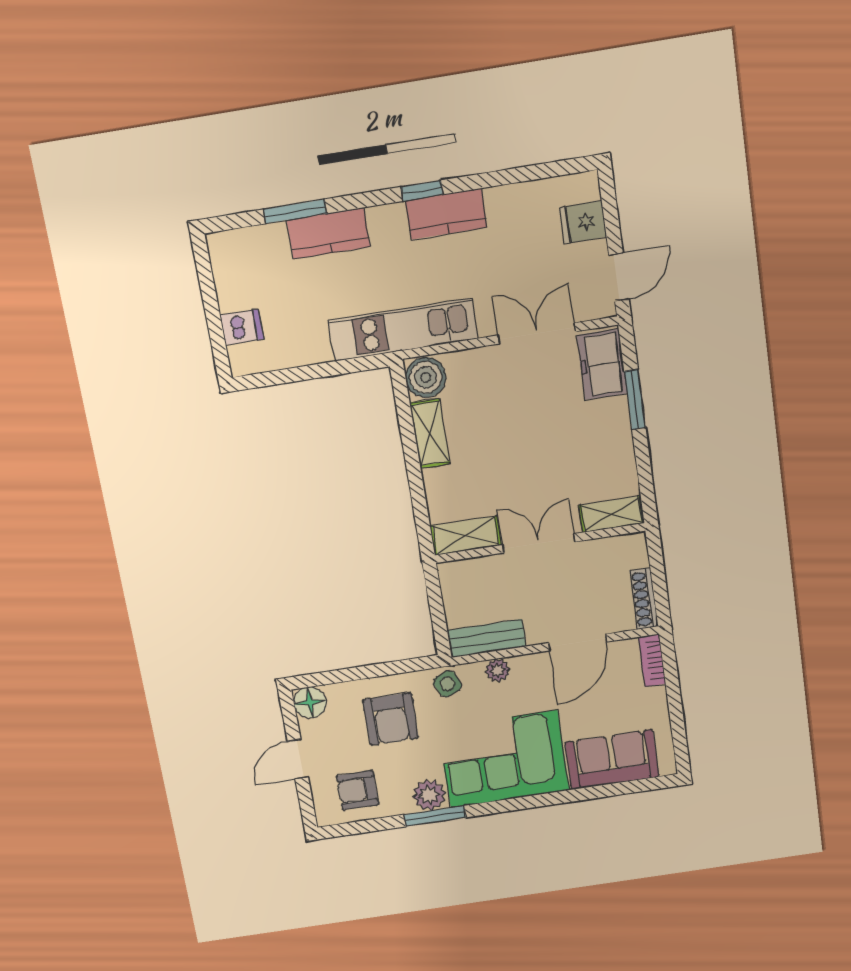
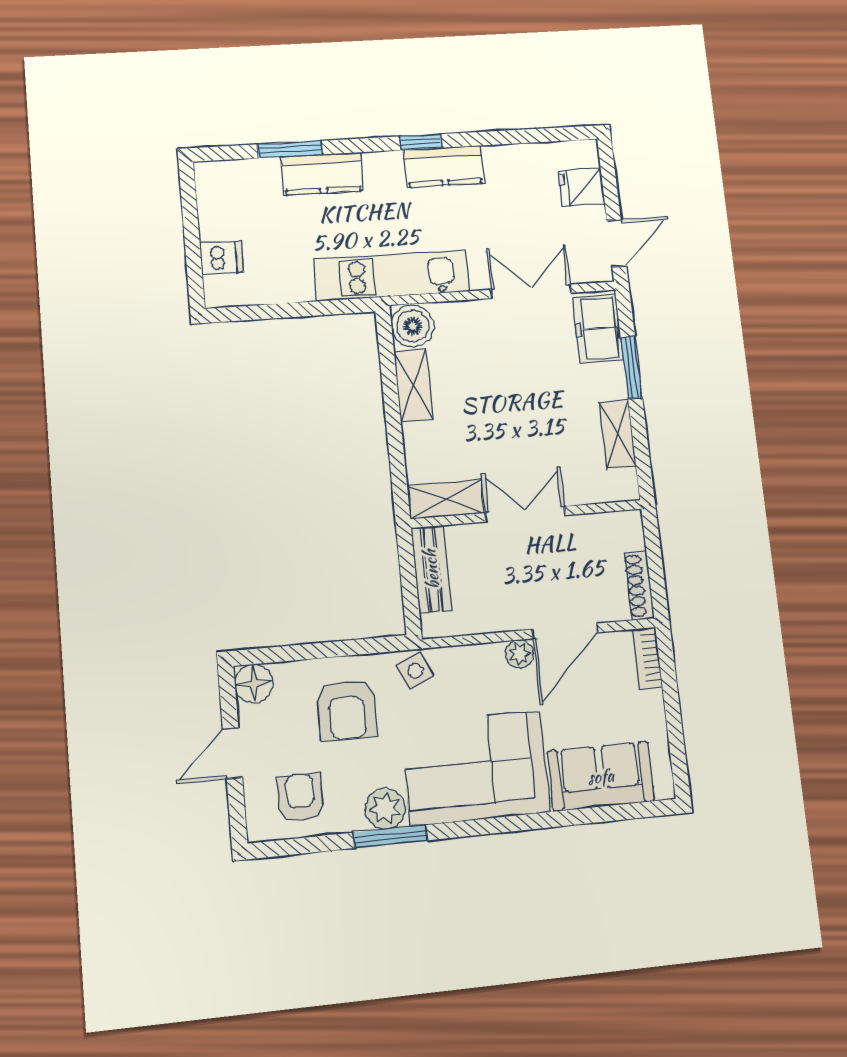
shelving: (612, 514) -> (617, 434), moved, turned 90
bench: (487, 638) -> (431, 569), moved, turned 90
plant: (498, 670) -> (519, 654), moved
armchair: (357, 790) -> (300, 797), turned 90

